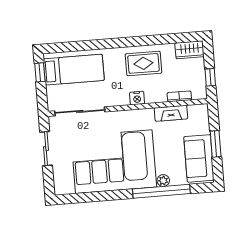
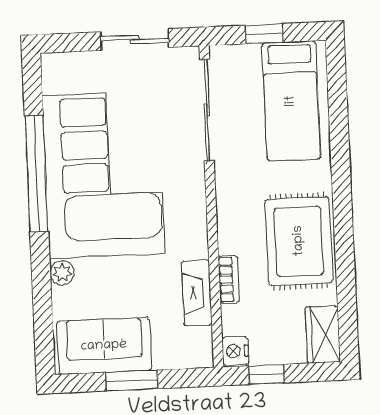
rug: (143, 63) -> (299, 241), width x1.36, depth x1.43
window: (40, 72) -> (264, 34), moved
bookcase: (179, 96) -> (229, 279), moved
nightstand: (137, 98) -> (235, 351), moved
window: (161, 191) -> (36, 174), moved

